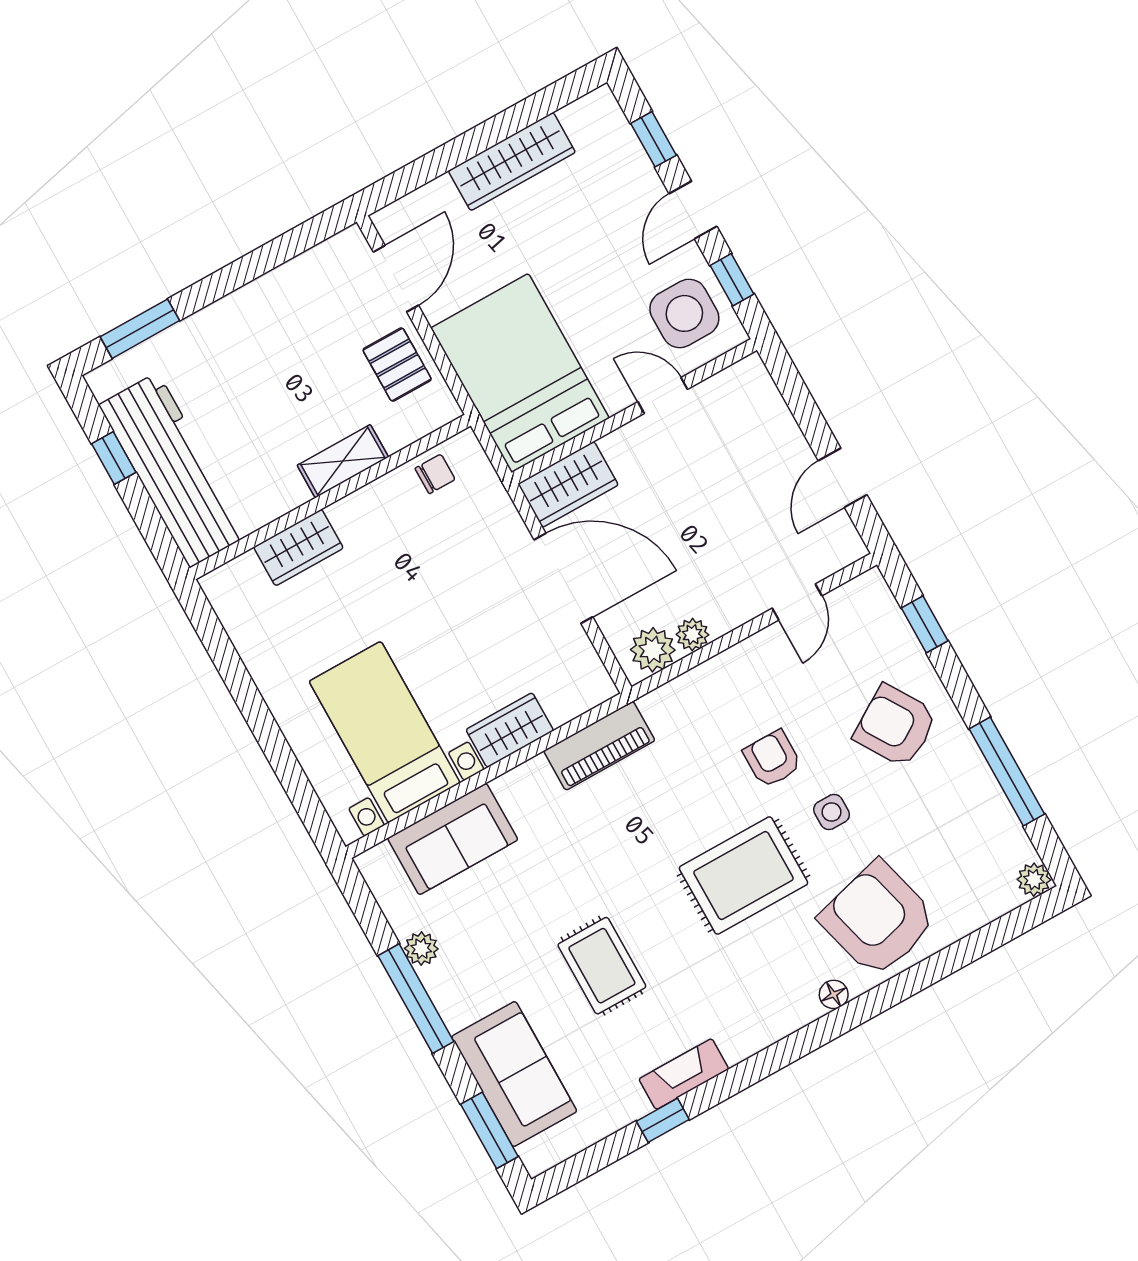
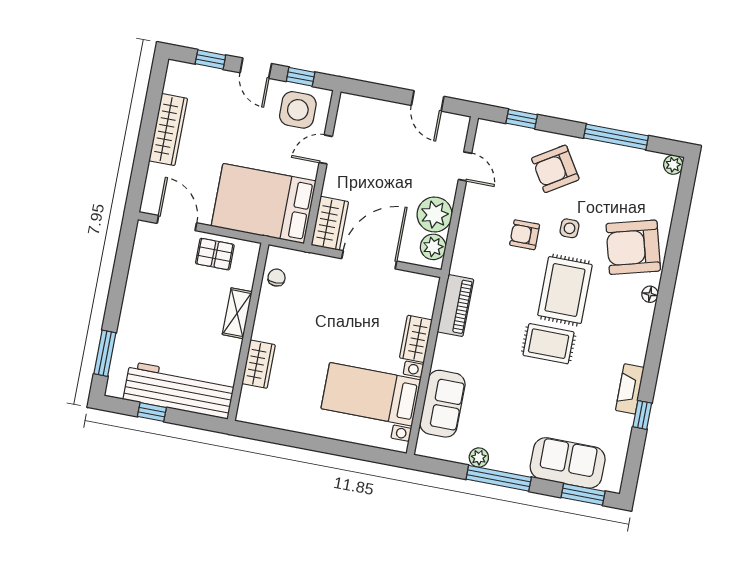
plant: (692, 635) -> (435, 214), width x1.88, depth x1.88
rug: (602, 966) -> (549, 344), moved

